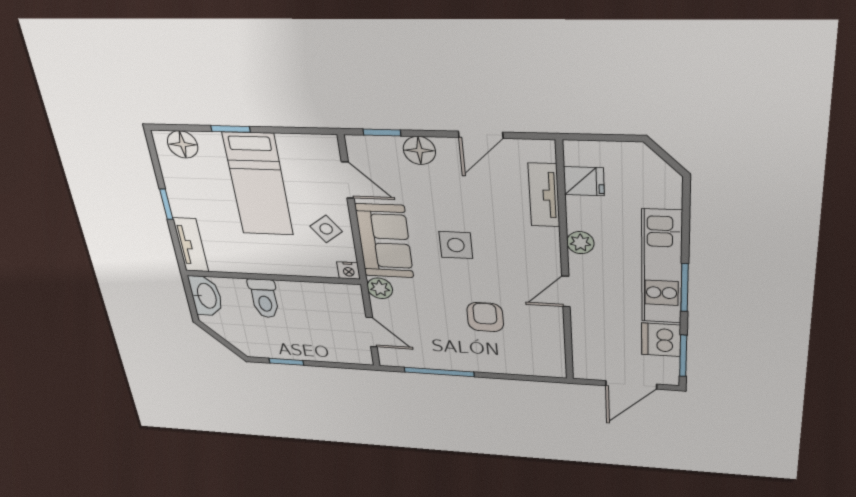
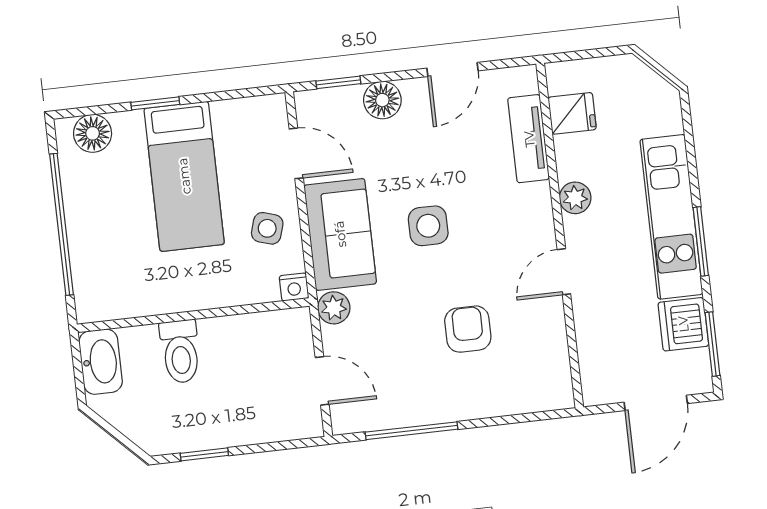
window: (166, 204) -> (61, 224), width x3.17
side table: (326, 229) -> (267, 228), turned -36
tv unit: (191, 245) -> (88, 282), removed

